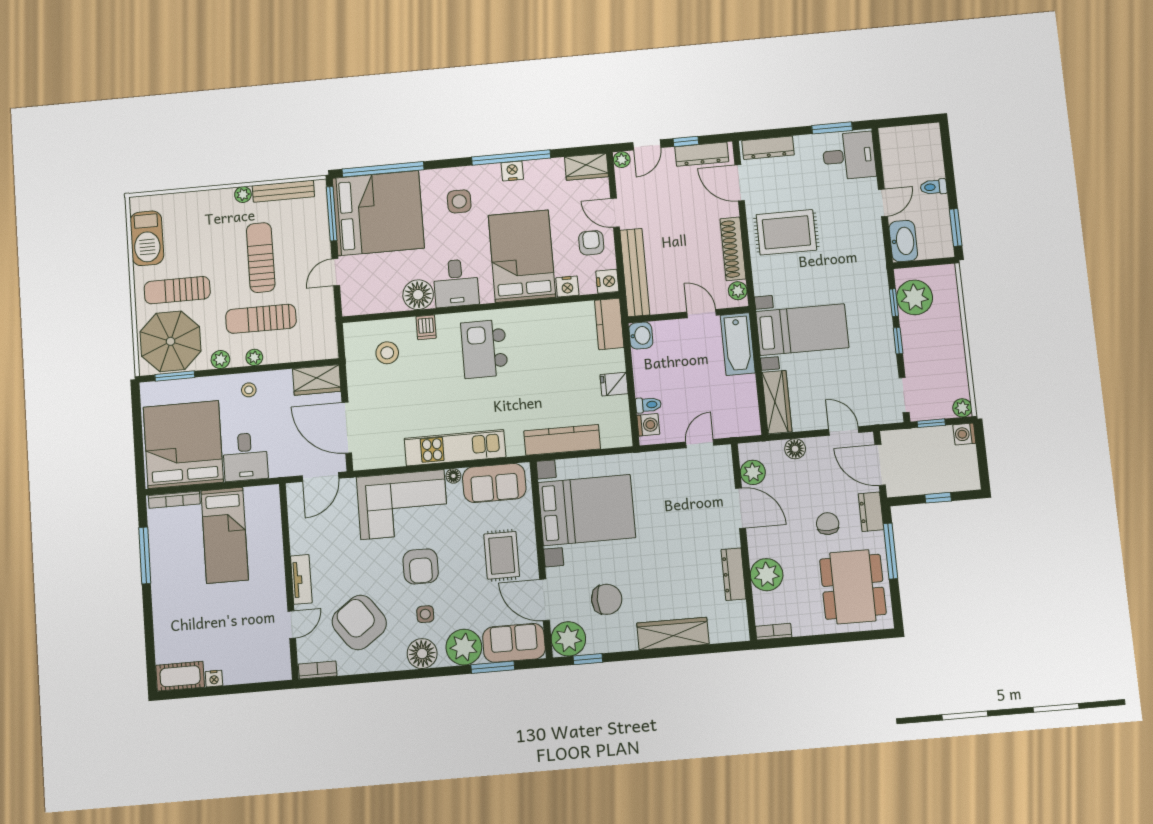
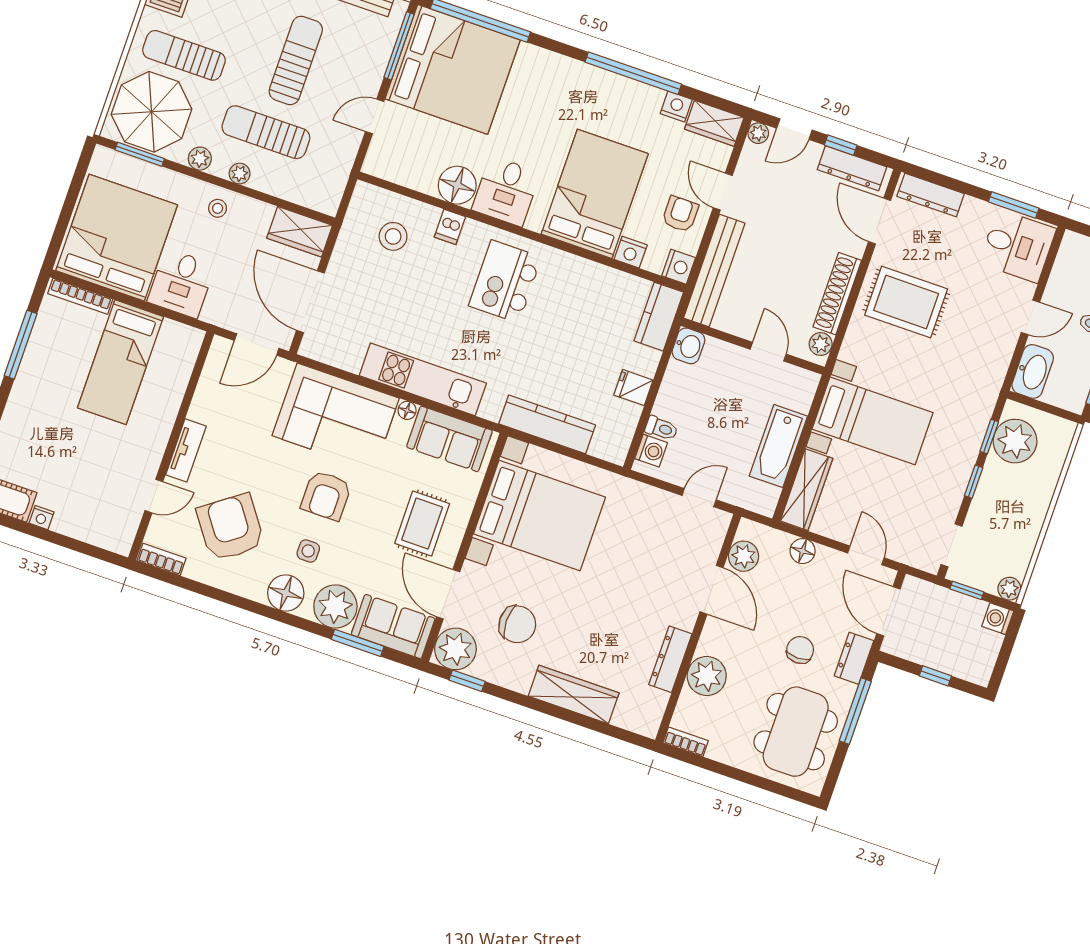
nightstand: (512, 171) -> (676, 106), moved
side table: (459, 201) -> (551, 98), removed
bathtub: (738, 344) -> (778, 446), moved

